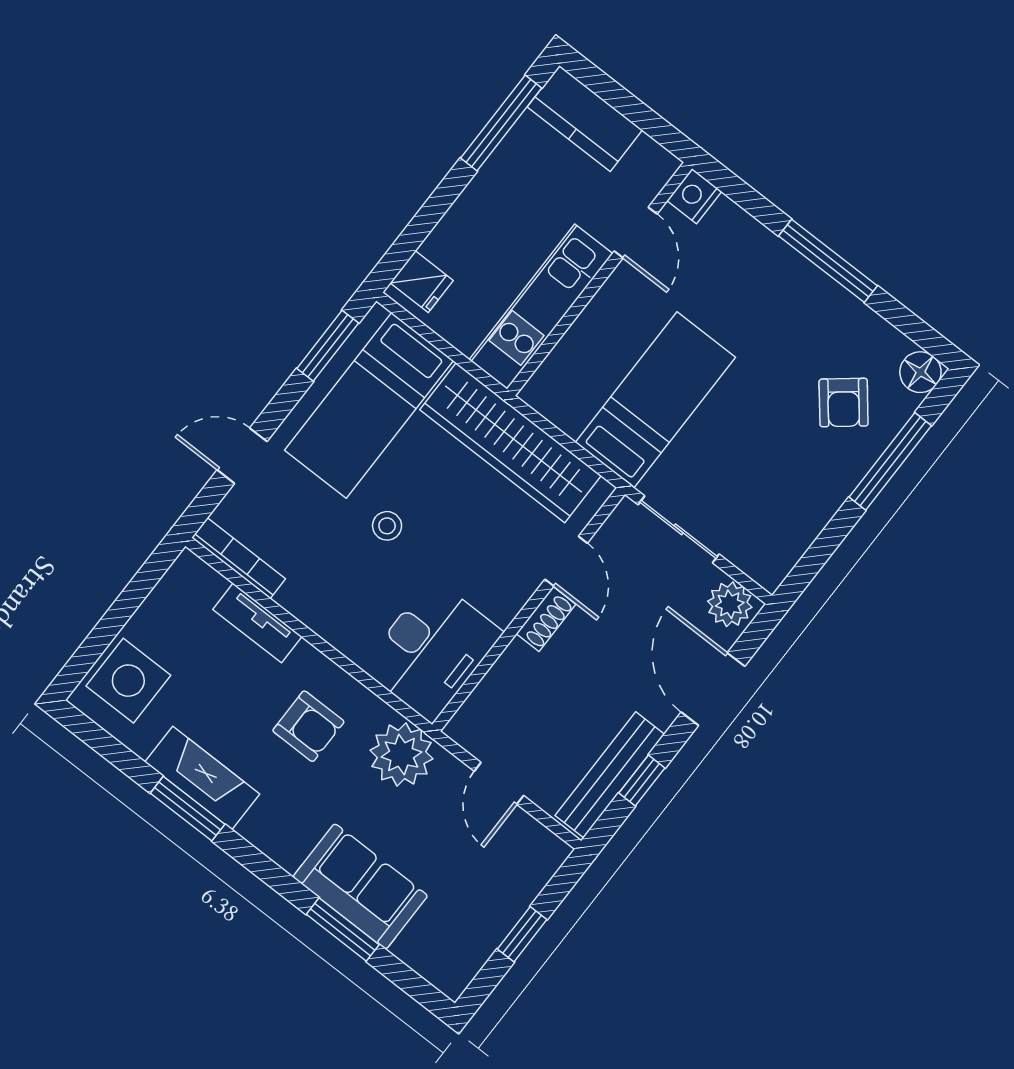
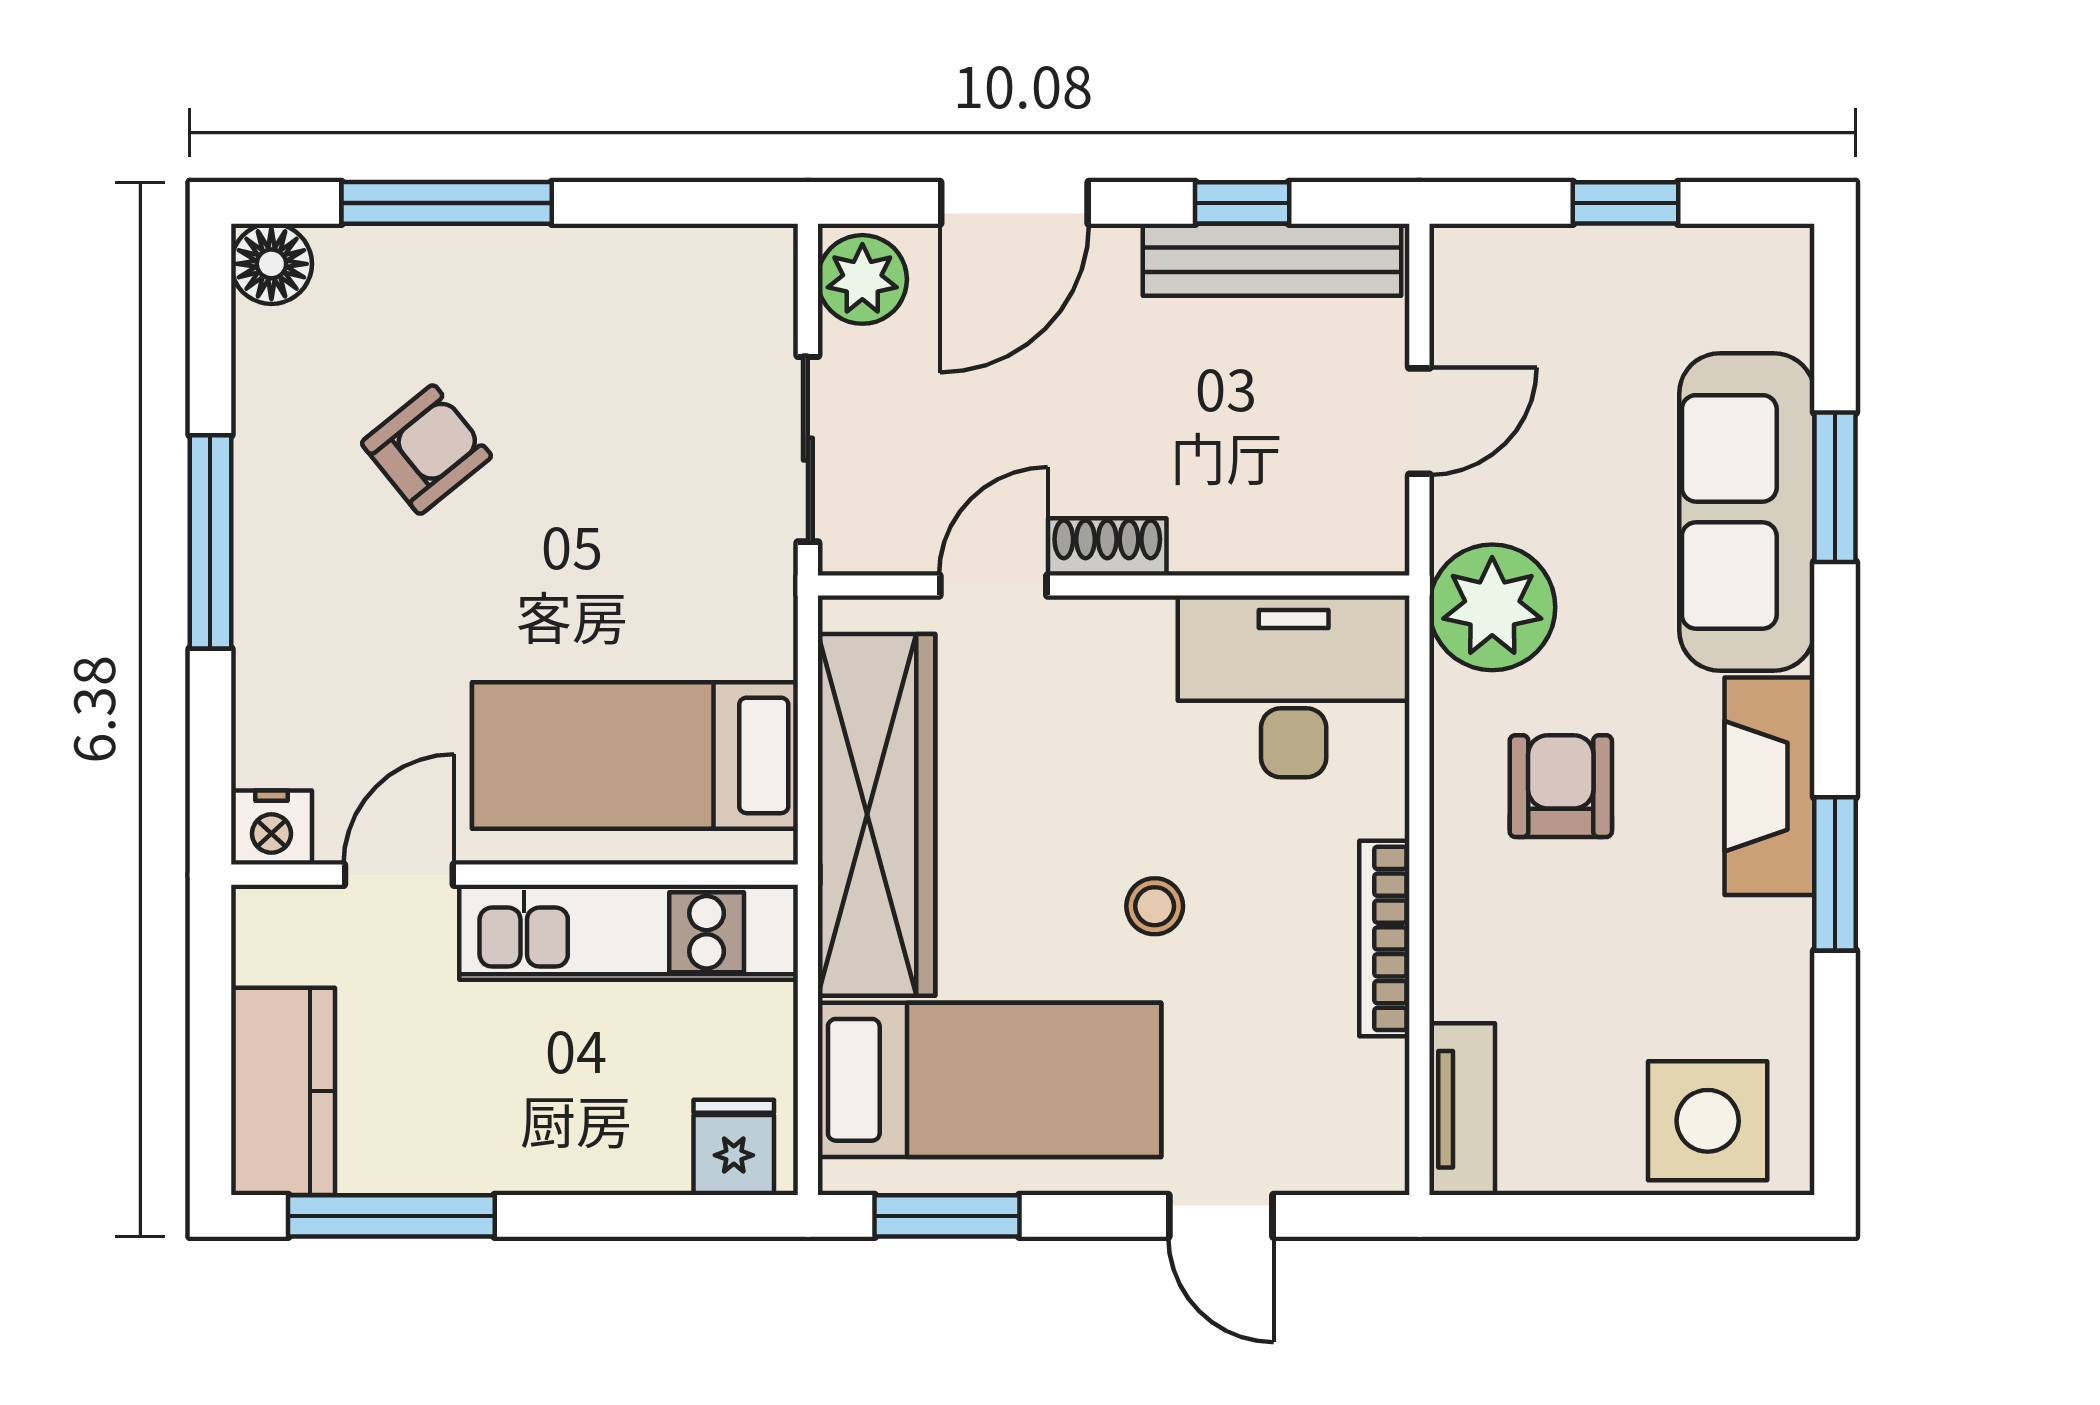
bed: (655, 400) -> (635, 755), moved
armchair: (844, 403) -> (426, 450), moved
bookcase: (239, 558) -> (1384, 938), moved
tv unit: (257, 623) -> (1462, 1109), moved
fireplace: (202, 778) -> (1770, 786), moved
sofa: (360, 886) -> (1747, 512), width x1.36

